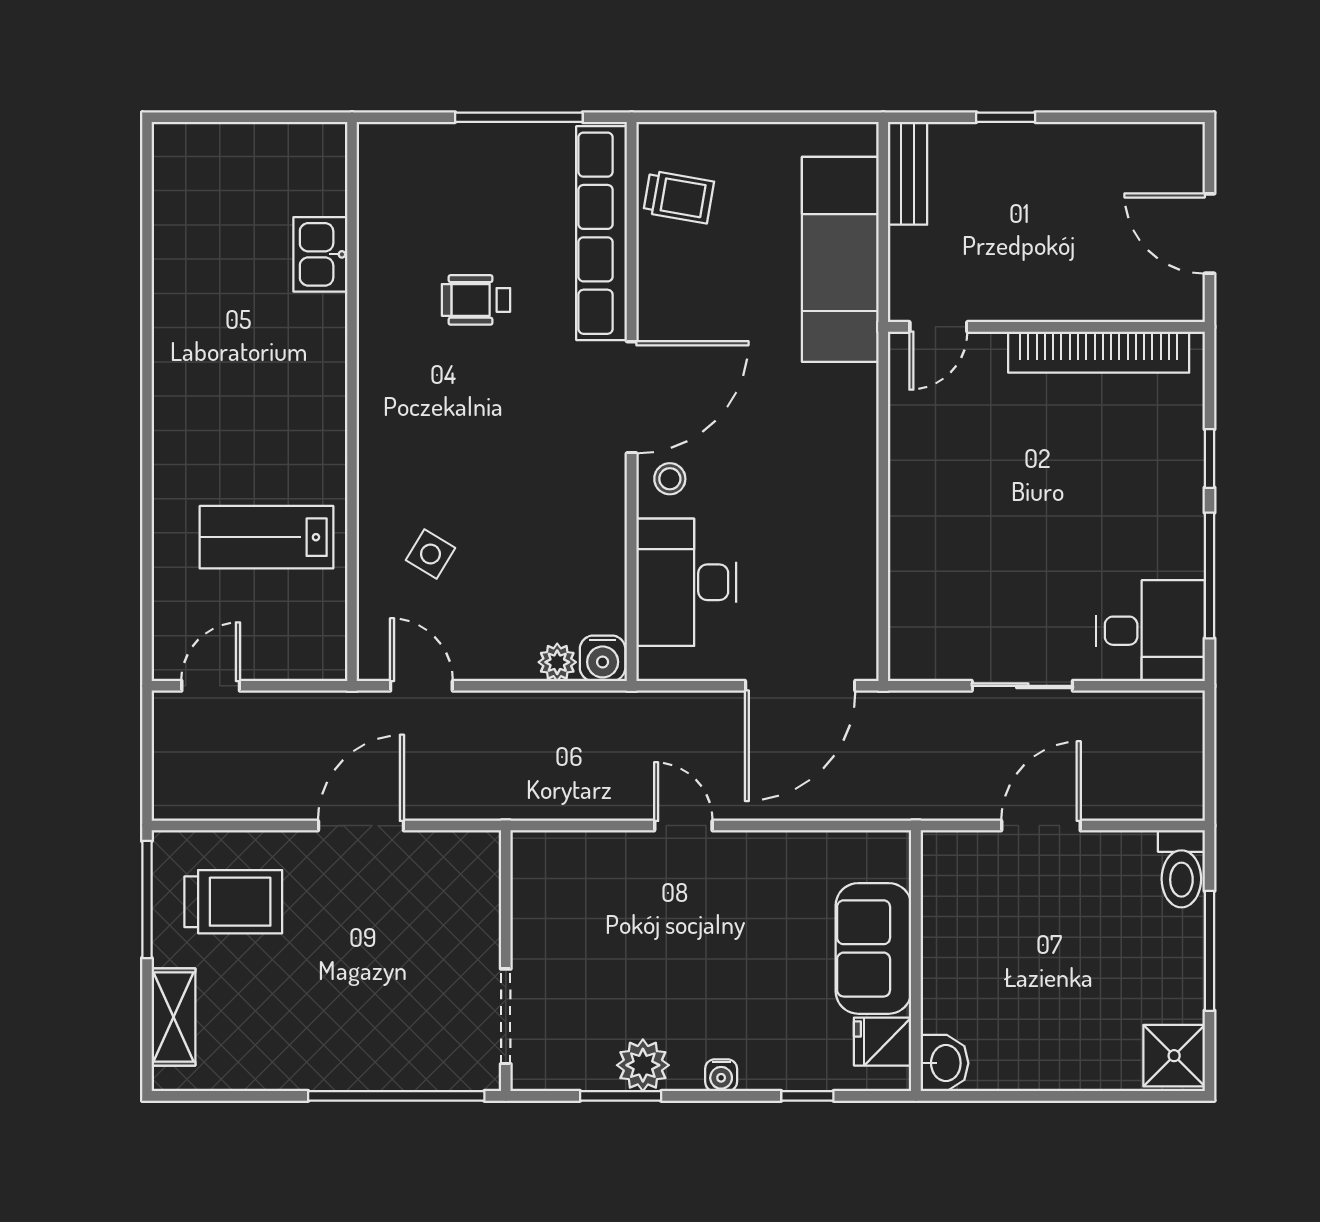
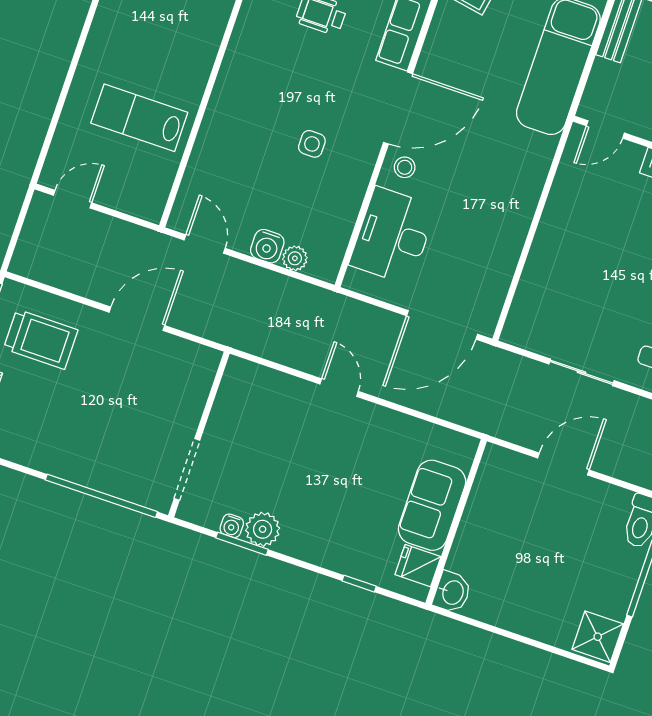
side table: (430, 554) -> (312, 144), moved, turned -31
water cooler: (603, 658) -> (267, 246), moved
water cooler: (721, 1075) -> (232, 526), moved

